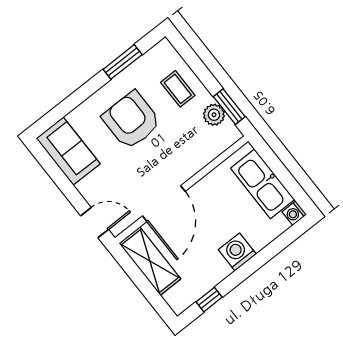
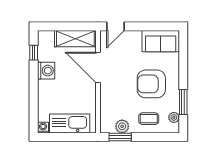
plant: (151, 58) -> (174, 117), added
armchair: (131, 120) -> (151, 84), turned 180
washing machine: (237, 252) -> (46, 71), moved

